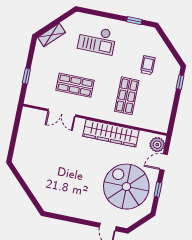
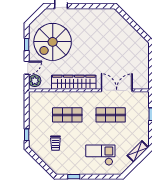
shop shelf: (127, 96) -> (67, 115), turned 90
double door: (62, 113) -> (117, 90), width x1.37
spiral stairs: (126, 187) -> (53, 42), turned 90

